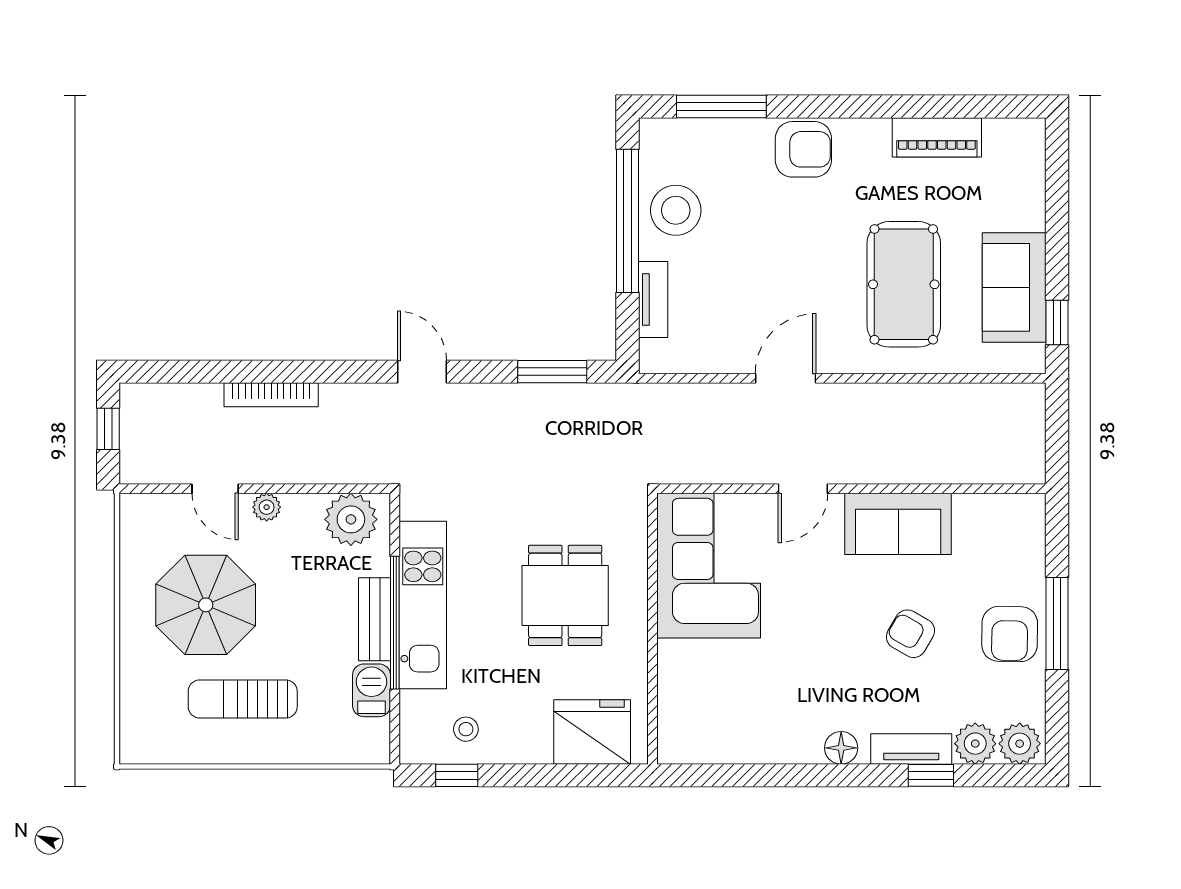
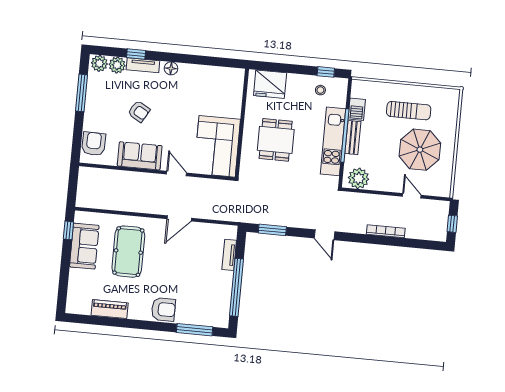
armchair: (803, 149) -> (163, 309), turned 180
stool: (676, 210) -> (217, 290), removed
door: (803, 489) -> (176, 174), hinge flipped
plant: (267, 507) -> (392, 186), removed
window: (1057, 624) -> (81, 93), moved
armchair: (1010, 634) -> (94, 144), moved

